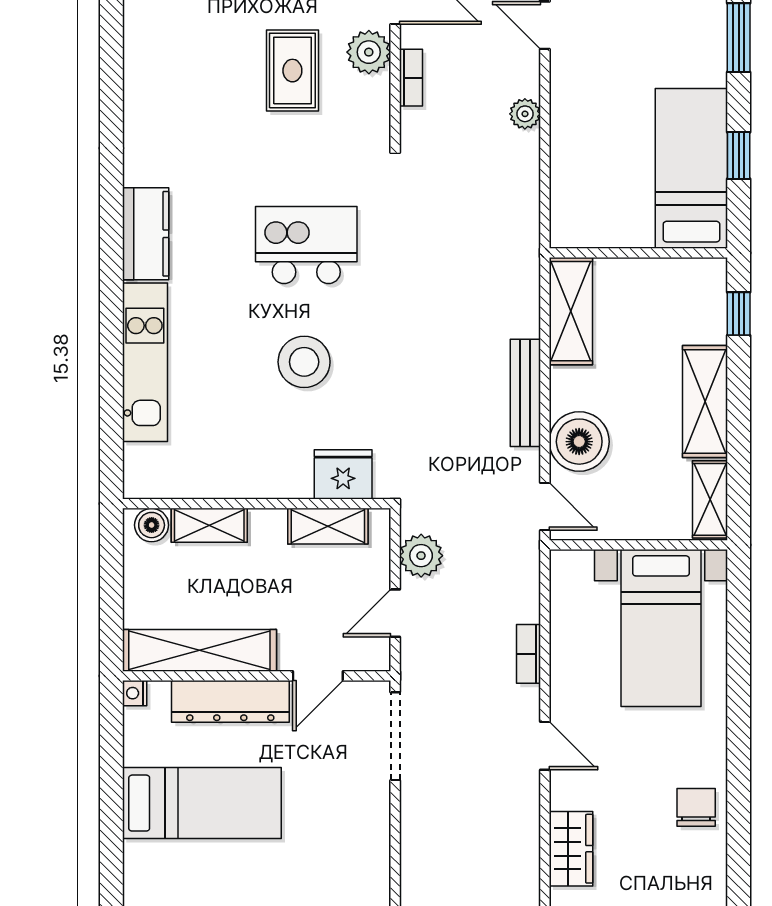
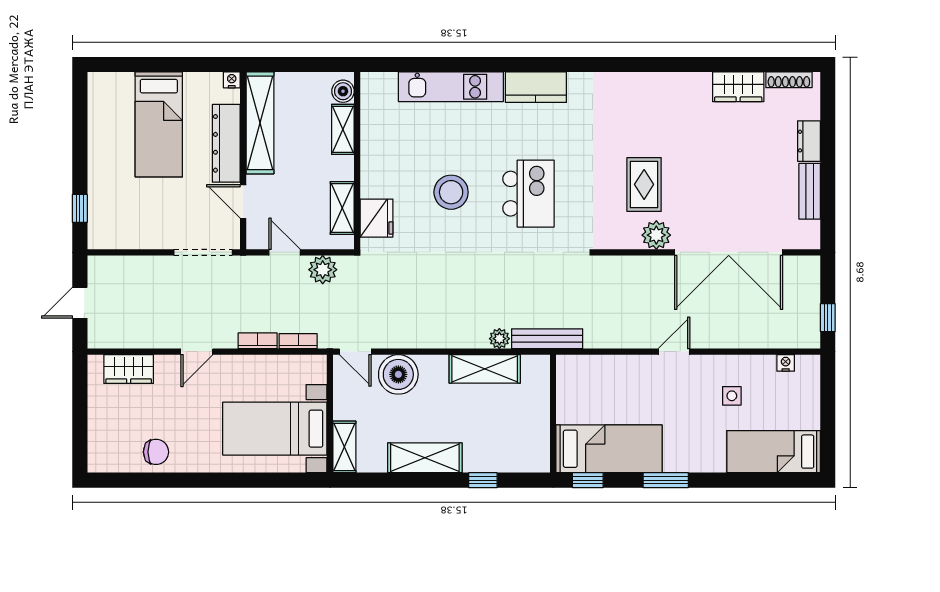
rug: (292, 71) -> (644, 184), turned 90
bookcase: (411, 78) -> (298, 341), moved, turned 180
plant: (525, 114) -> (499, 339), moved
bed: (691, 168) -> (609, 449), moved
wall: (638, 253) -> (553, 414), moved
bench: (525, 393) -> (547, 339), moved
shelving: (710, 499) -> (344, 447), moved, turned 90
door: (545, 507) -> (355, 352), hinge flipped

